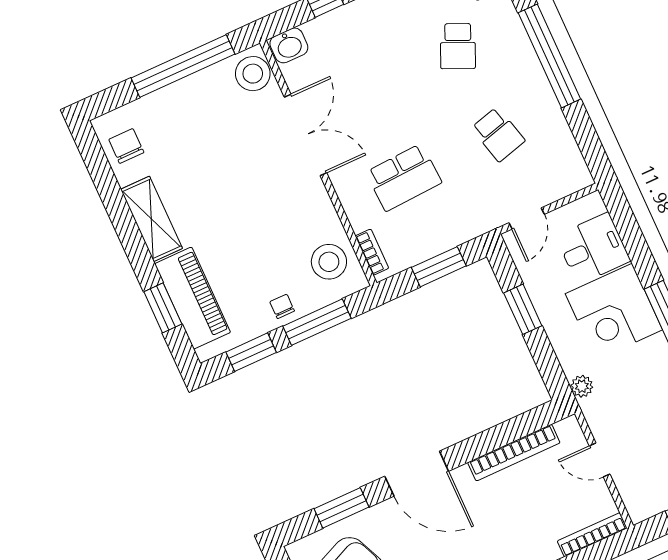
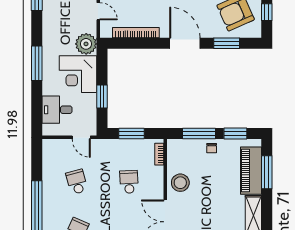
school desk: (404, 177) -> (129, 182), width x0.54
door: (527, 218) -> (81, 137), swing flipped
stool: (329, 262) -> (180, 183), moved
window: (163, 308) -> (267, 172), width x1.44
corner desk: (614, 312) -> (78, 74), moved, turned 180
plant: (582, 386) -> (86, 44), width x1.88, depth x1.88

